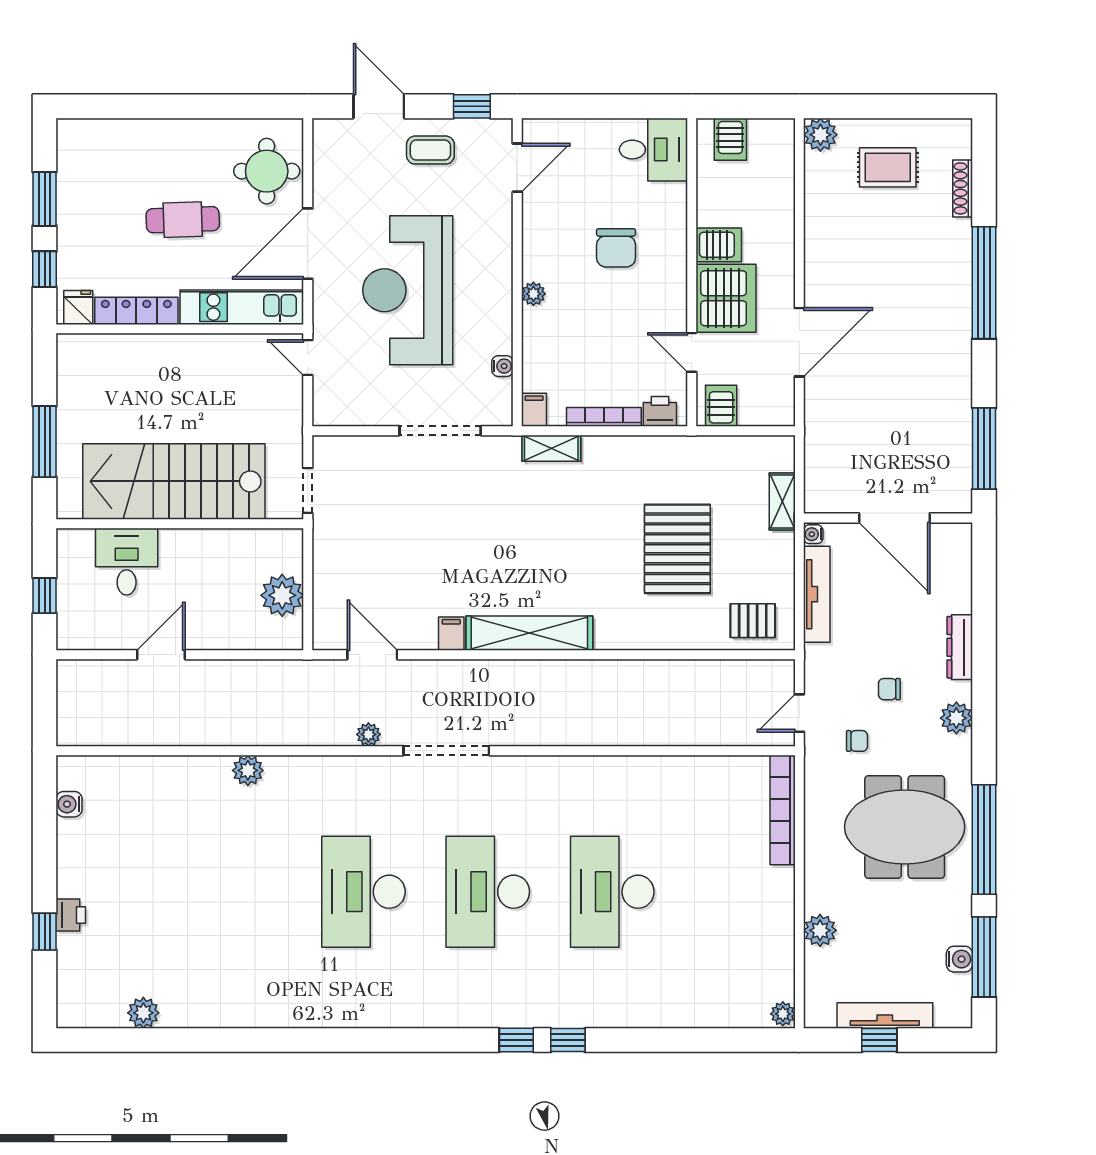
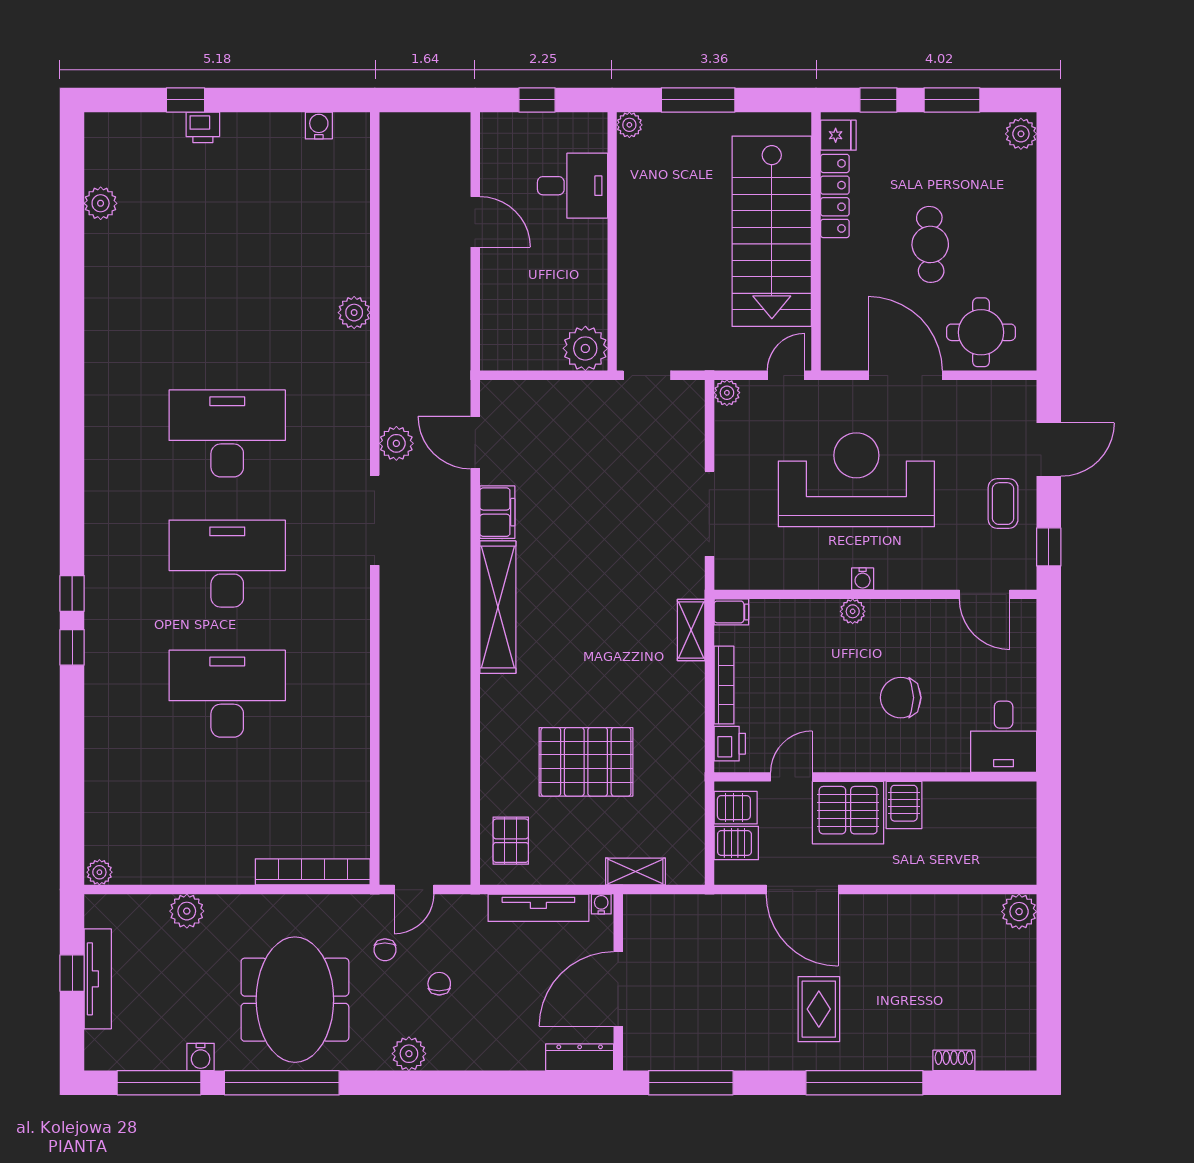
plant: (77, 133) -> (1021, 134), added
server rack: (730, 139) -> (736, 843), moved, turned 180
rug: (888, 167) -> (819, 1009), moved
shoe rack: (963, 188) -> (954, 1060), width x0.70
kitchen unit: (242, 307) -> (839, 306), removed
water cooler: (502, 366) -> (863, 579), moved
plant: (324, 414) -> (727, 393), added
stairs: (174, 481) -> (772, 231), moved, turned 180
plant: (68, 507) -> (629, 125), added
plant: (282, 595) -> (585, 348), moved
filing cabinet: (451, 634) -> (497, 512), width x2.00
dresser: (960, 647) -> (580, 1057), moved
door: (372, 655) -> (475, 443), swing flipped
door: (799, 713) -> (414, 890), swing flipped
plant: (368, 734) -> (396, 443), width x1.38, depth x1.38
water cooler: (959, 959) -> (201, 1057), moved

